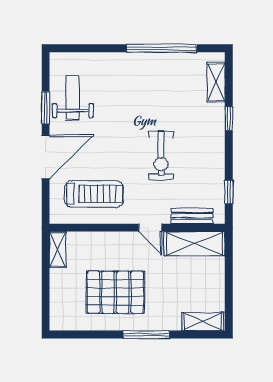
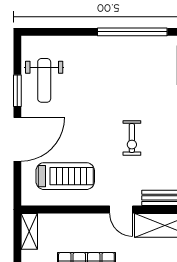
weight bench: (73, 97) -> (44, 80), turned 180
exercise bike: (161, 155) -> (132, 138), width x0.73, depth x0.72

